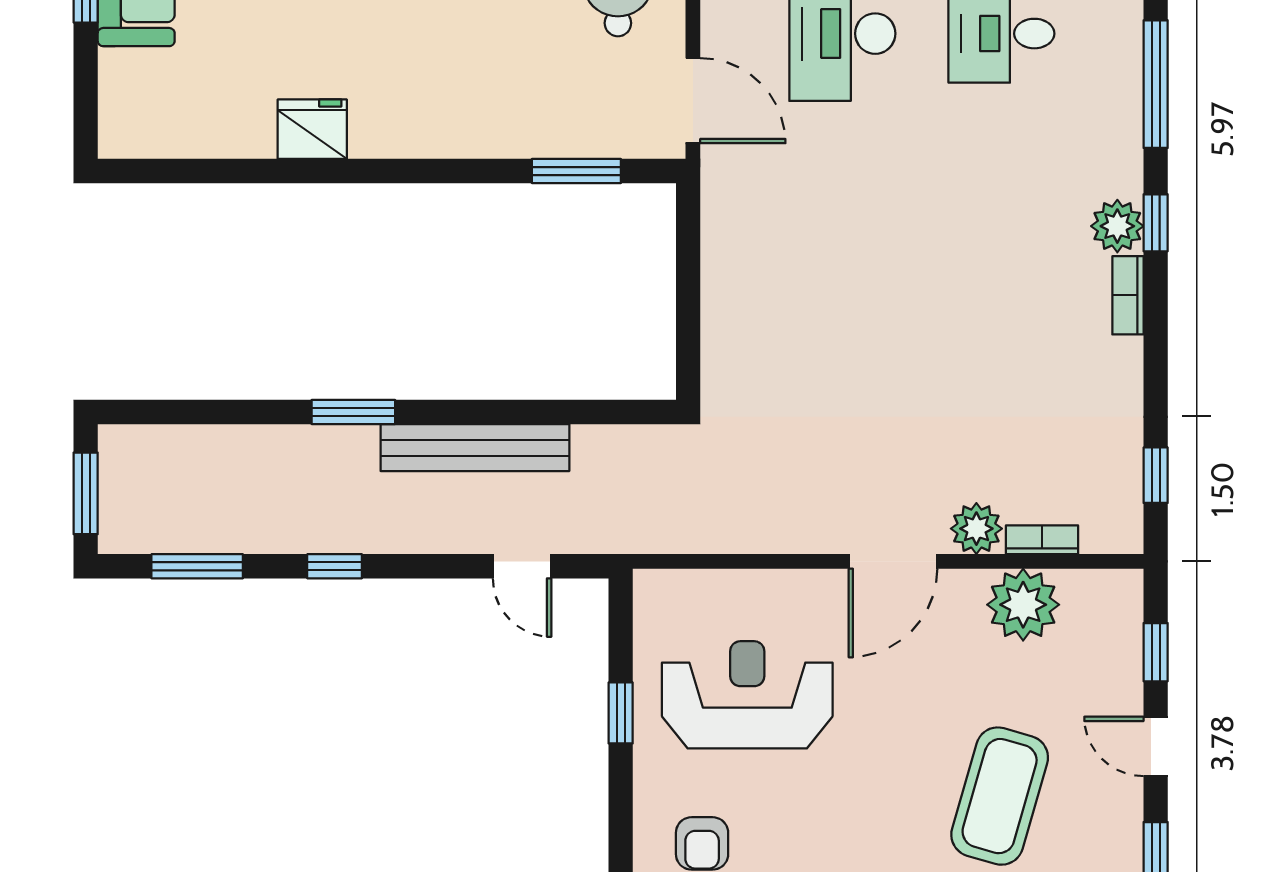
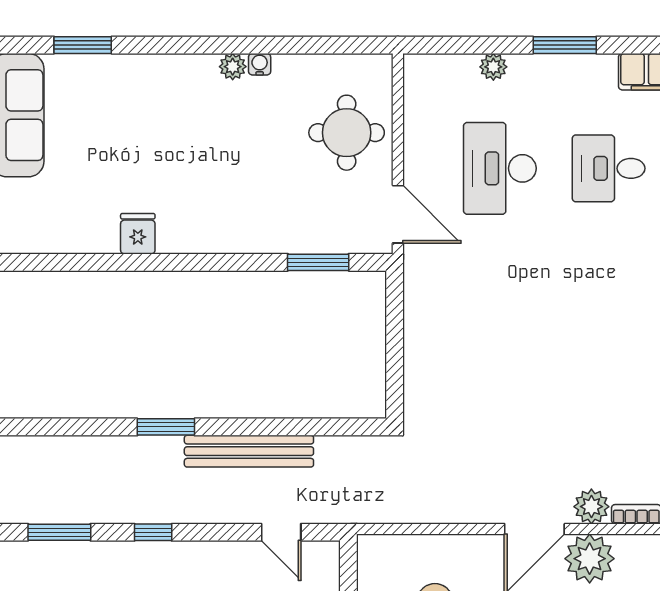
fridge: (312, 129) -> (138, 234), width x0.72
plant: (1023, 605) -> (590, 559), moved

